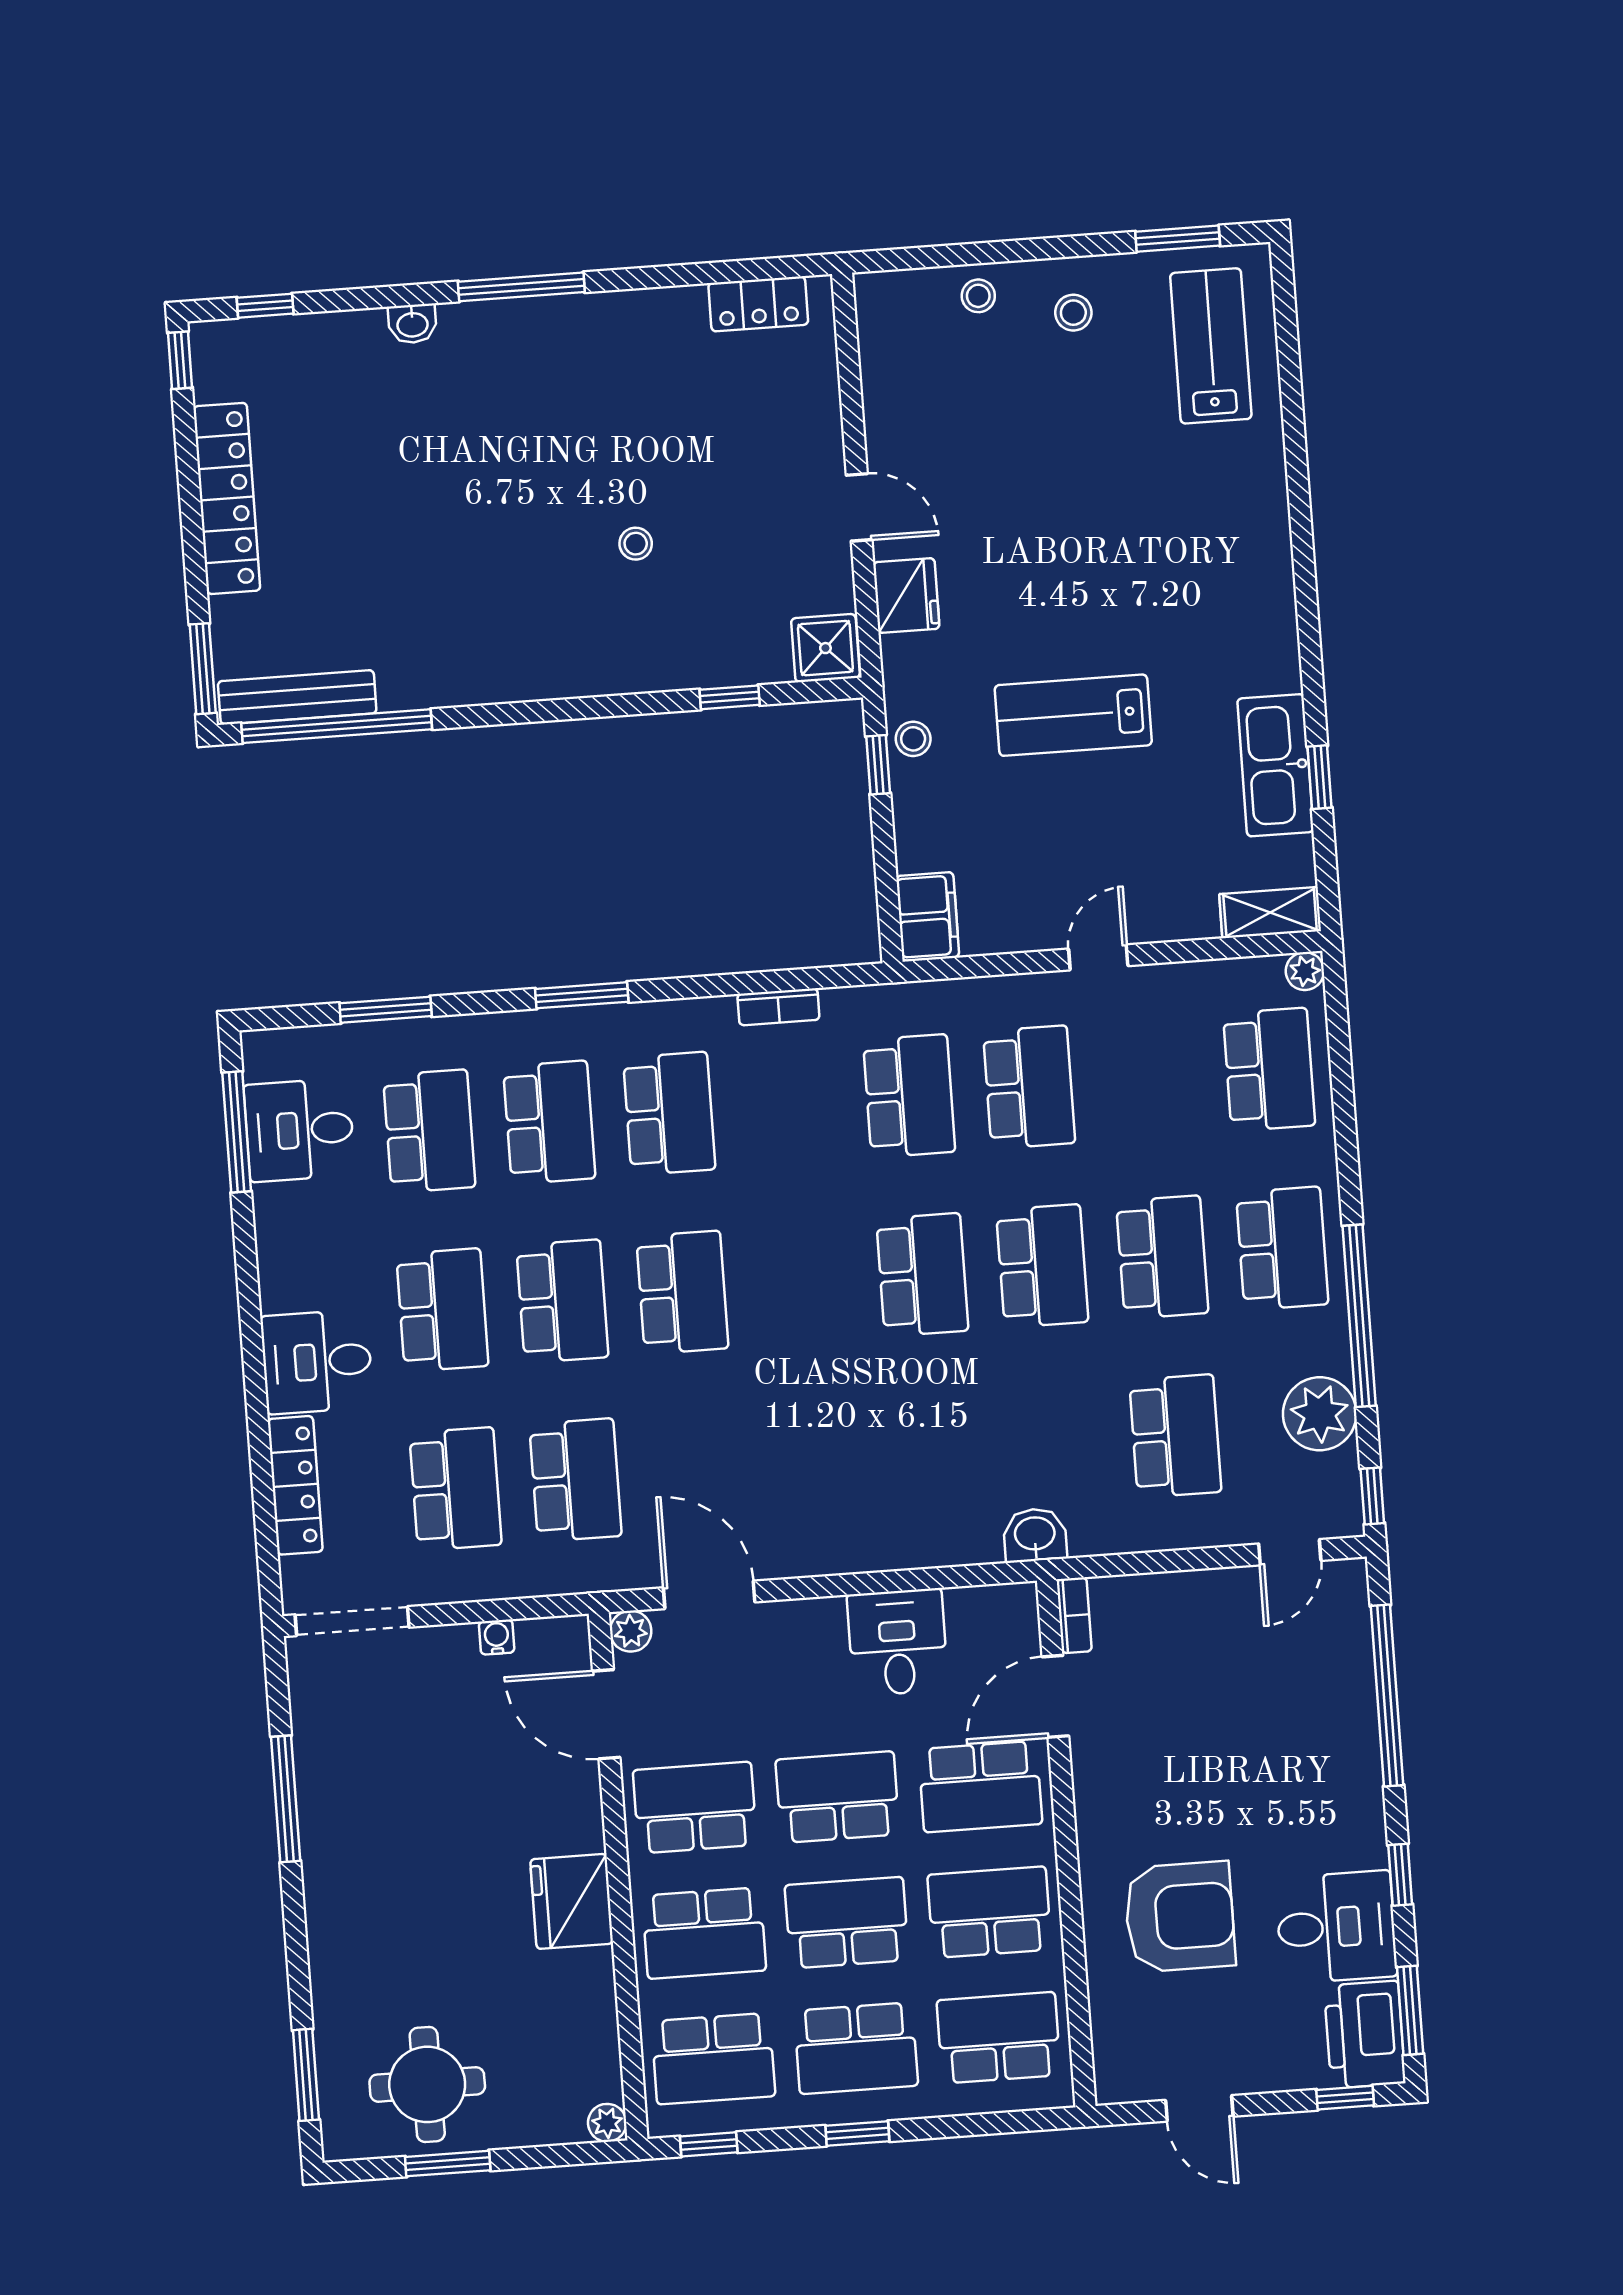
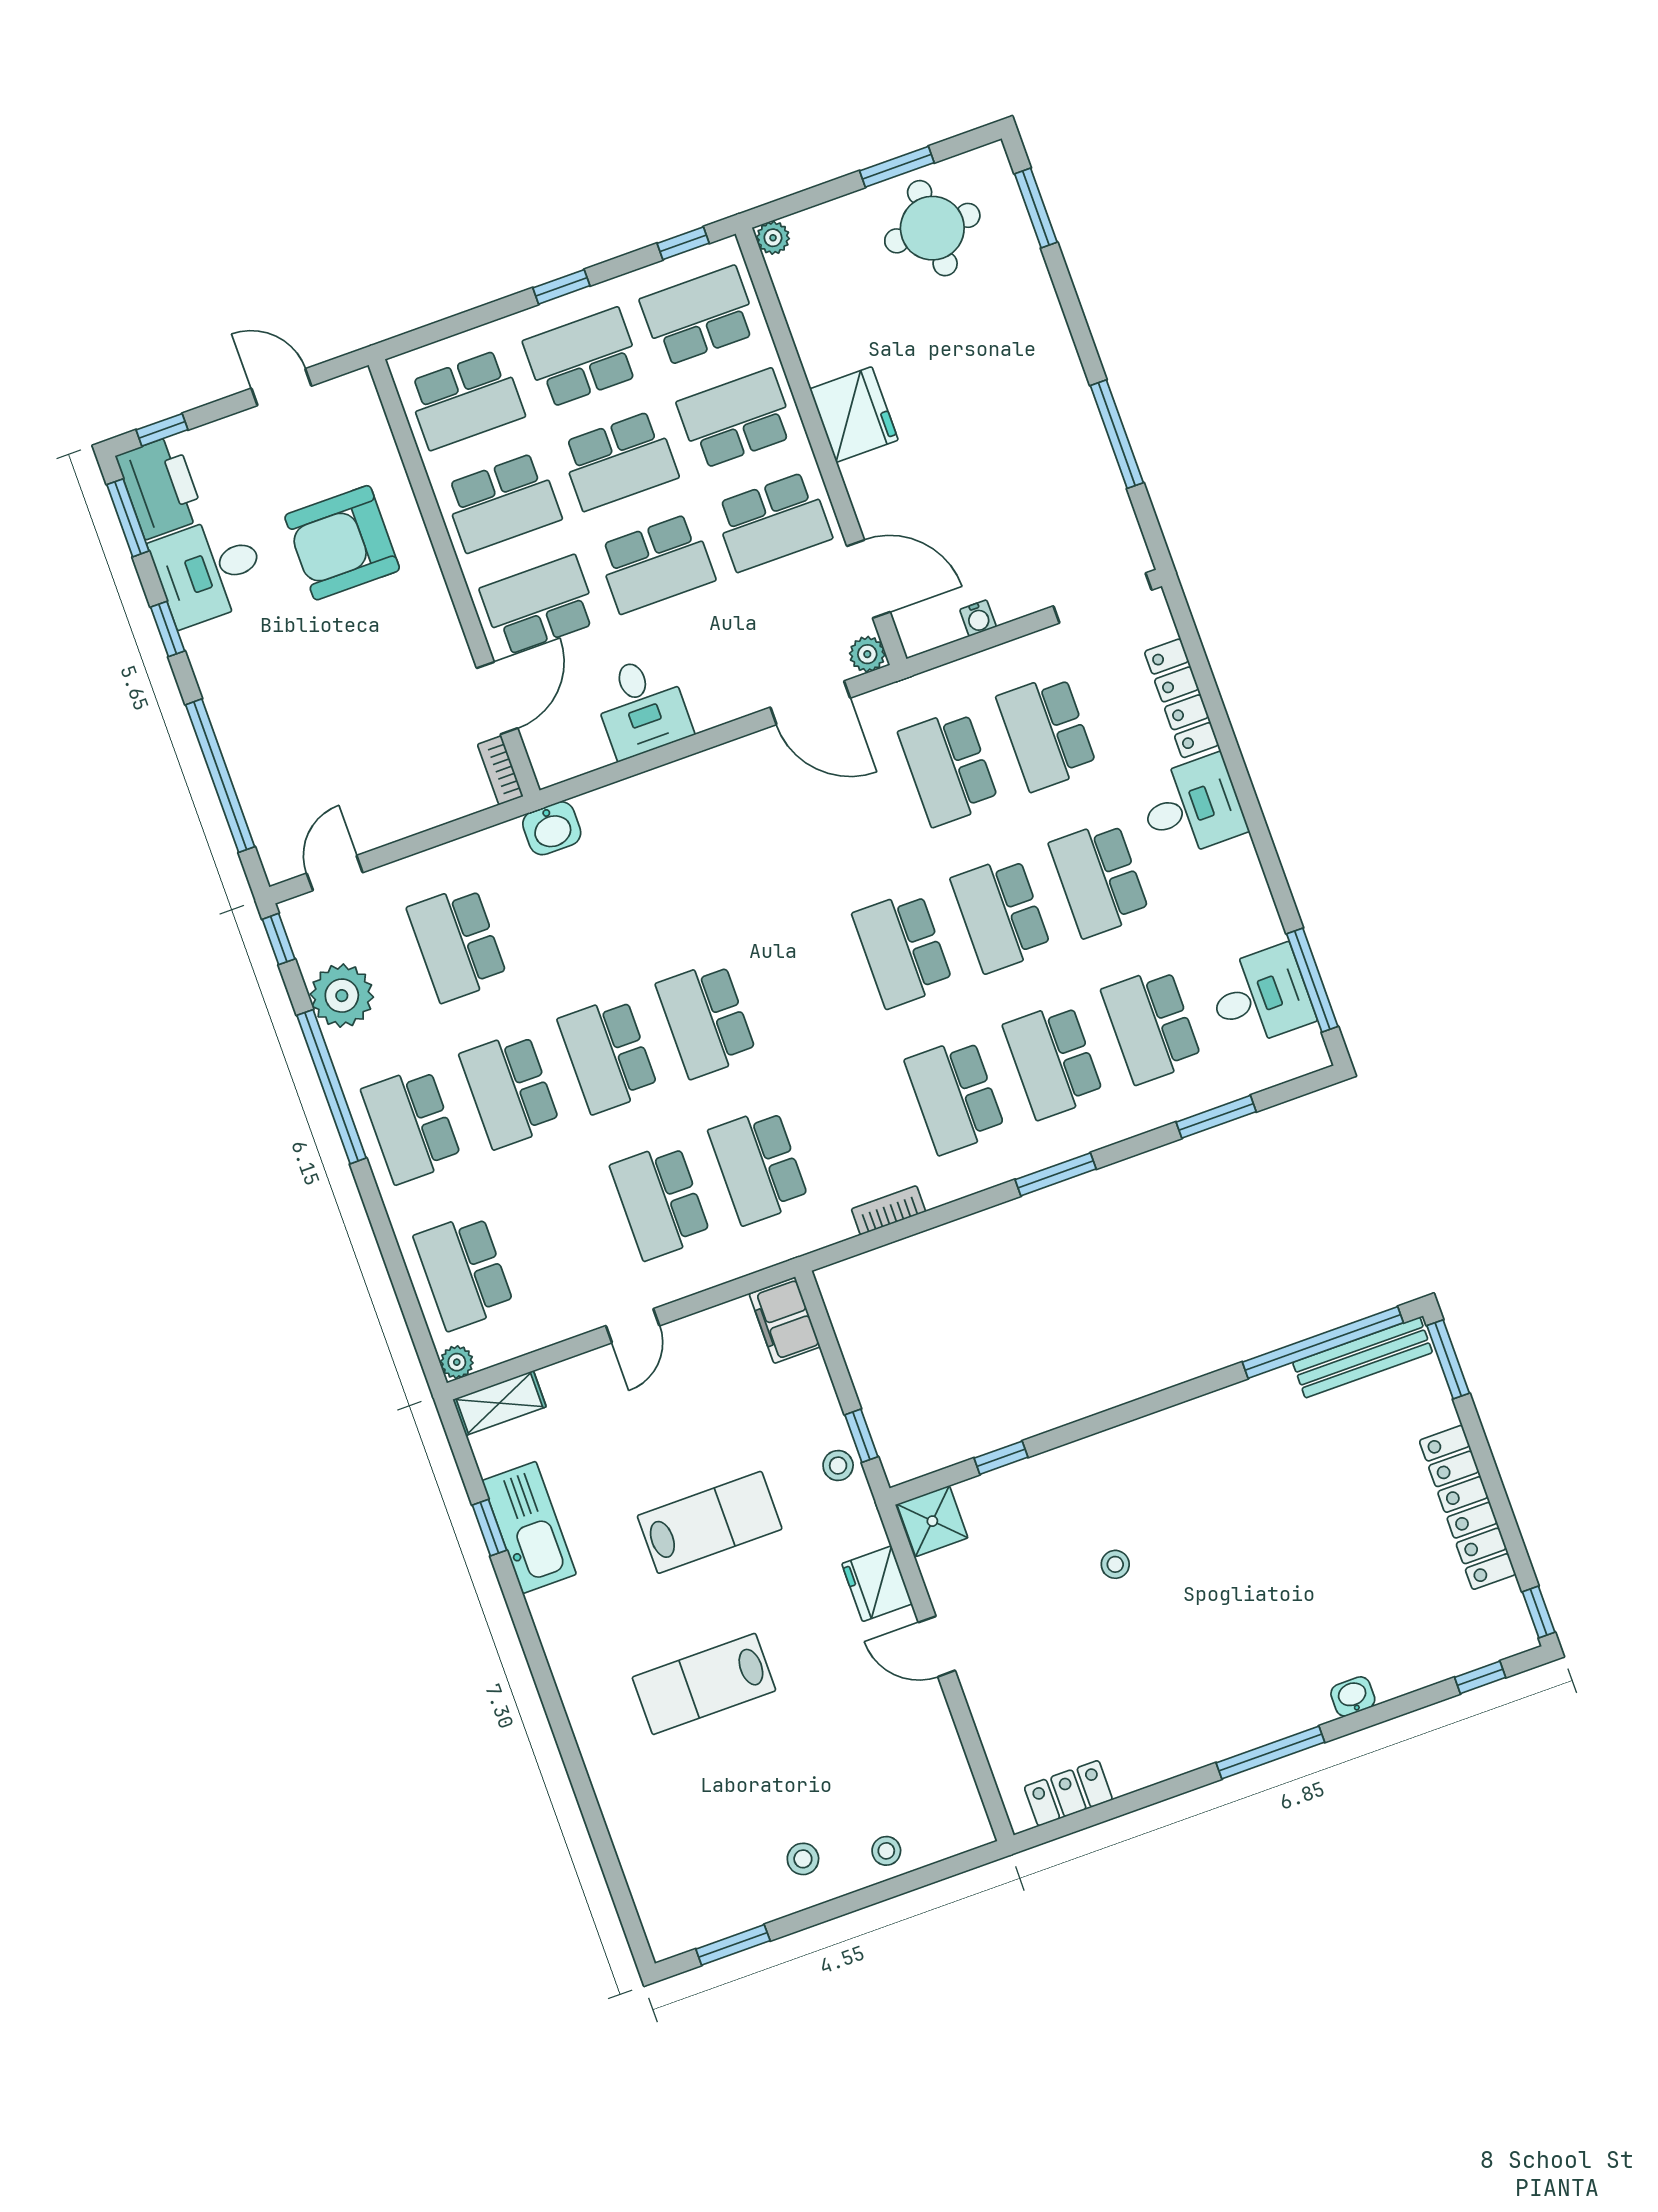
lab bench: (1211, 346) -> (704, 1684), moved, turned 90

